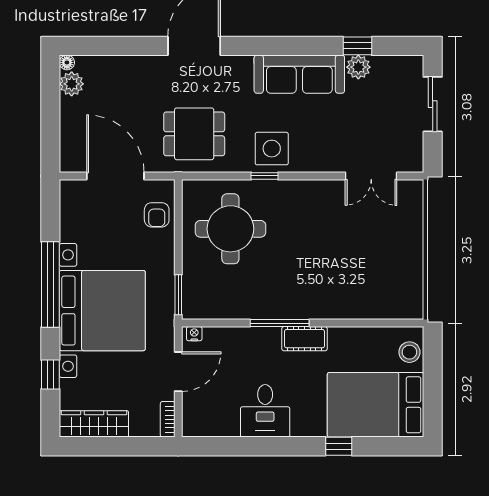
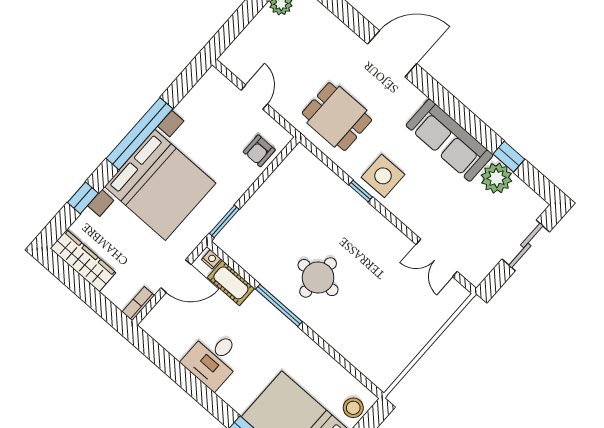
plant: (358, 67) -> (496, 178), width x1.36, depth x1.36
door: (115, 176) -> (254, 97), width x0.53
round table: (230, 229) -> (318, 278), moved, width x0.73, depth x0.73
cot: (305, 339) -> (231, 283), moved

